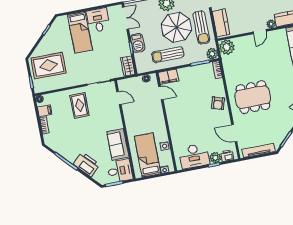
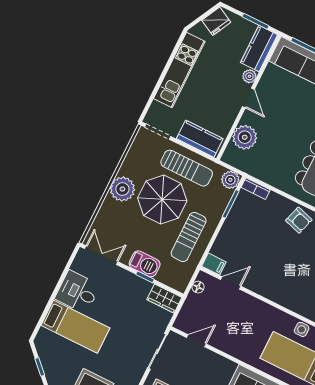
plant: (227, 47) -> (245, 137), moved
filing cabinet: (168, 77) -> (214, 264), width x0.50

